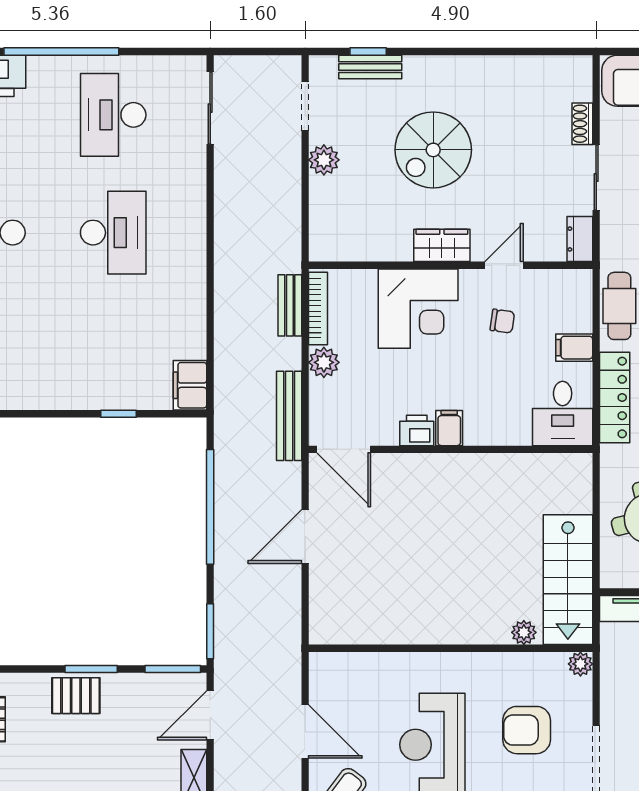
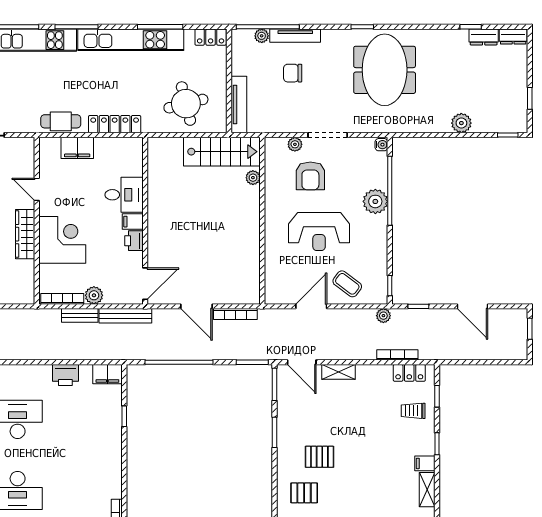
dresser: (580, 239) -> (21, 145), removed
wardrobe: (442, 245) -> (25, 234), width x1.50
bench: (290, 305) -> (80, 315), moved
printer: (188, 314) -> (65, 375), added
chair: (502, 321) -> (70, 190), removed
filing cabinet: (574, 348) -> (77, 148), width x2.00
desk: (563, 413) -> (124, 195), moved
bookcase: (292, 603) -> (235, 314), added
plant: (580, 664) -> (295, 144), moved
pallet: (76, 696) -> (319, 457), moved, turned 90

